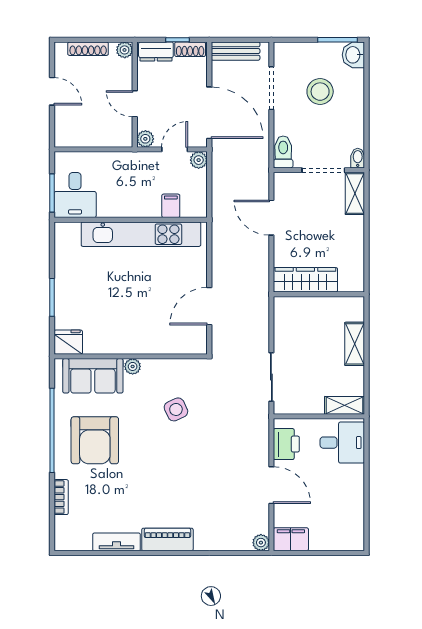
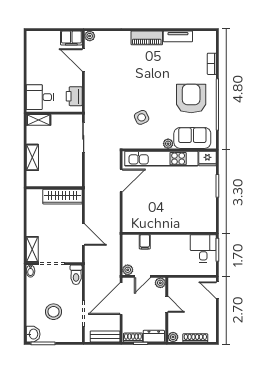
door: (52, 91) -> (217, 290), moved
door: (209, 113) -> (121, 299), hinge flipped
kitchen unit: (141, 234) -> (161, 159), moved, turned 180
door: (271, 485) -> (83, 60), moved

